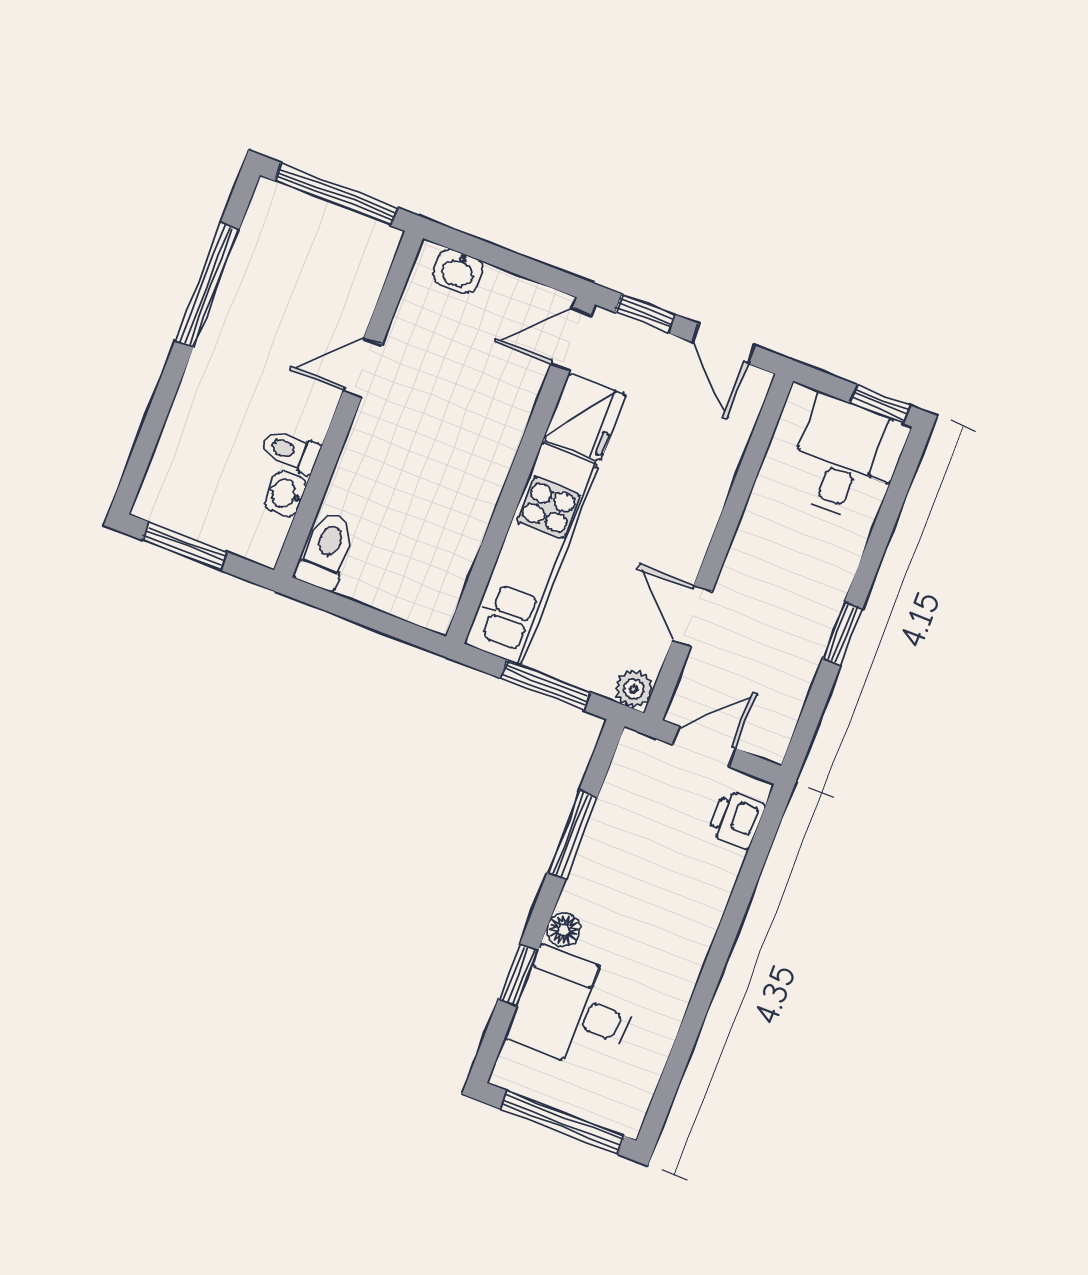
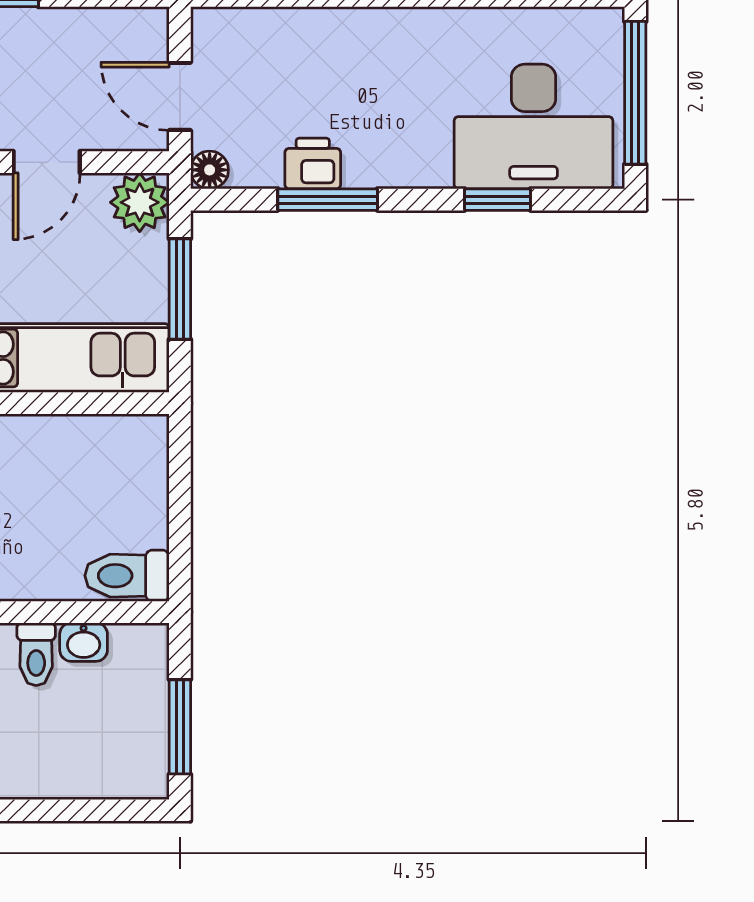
plant: (634, 689) -> (140, 202), width x1.38, depth x1.38
printer: (737, 820) -> (313, 164), moved, turned 180
floor lamp: (564, 930) -> (210, 170), moved
desk: (574, 1010) -> (534, 127), width x1.37

